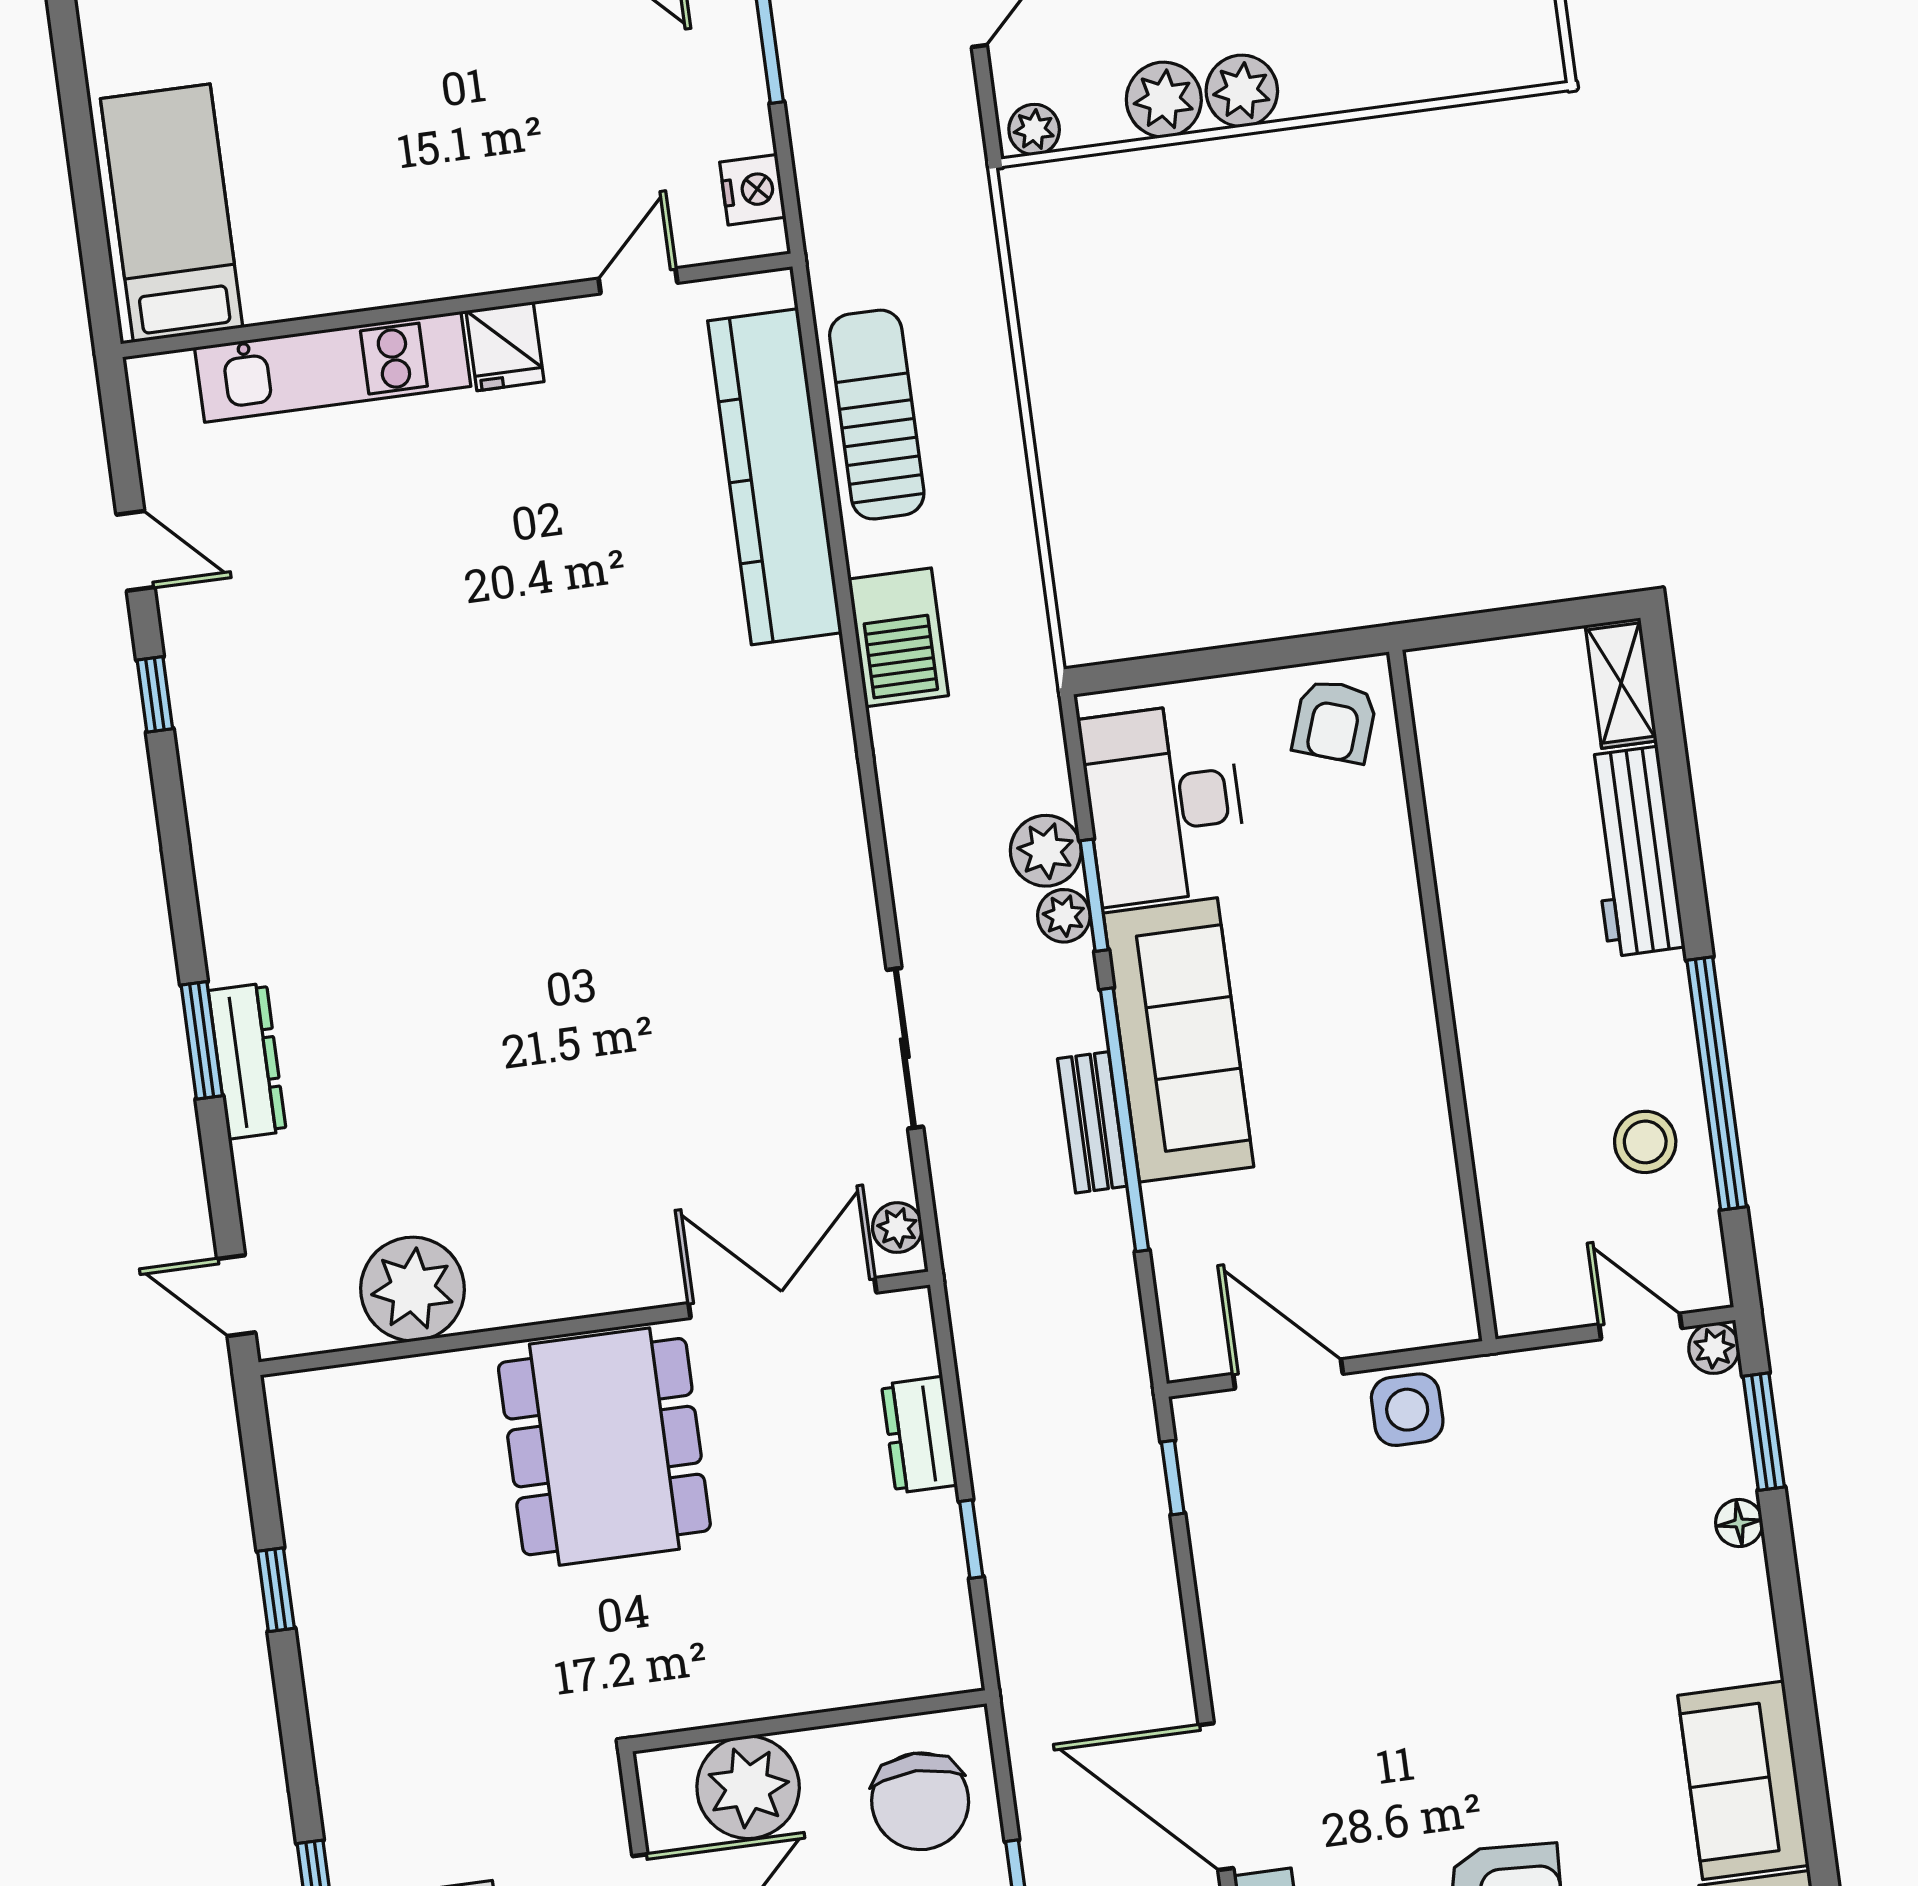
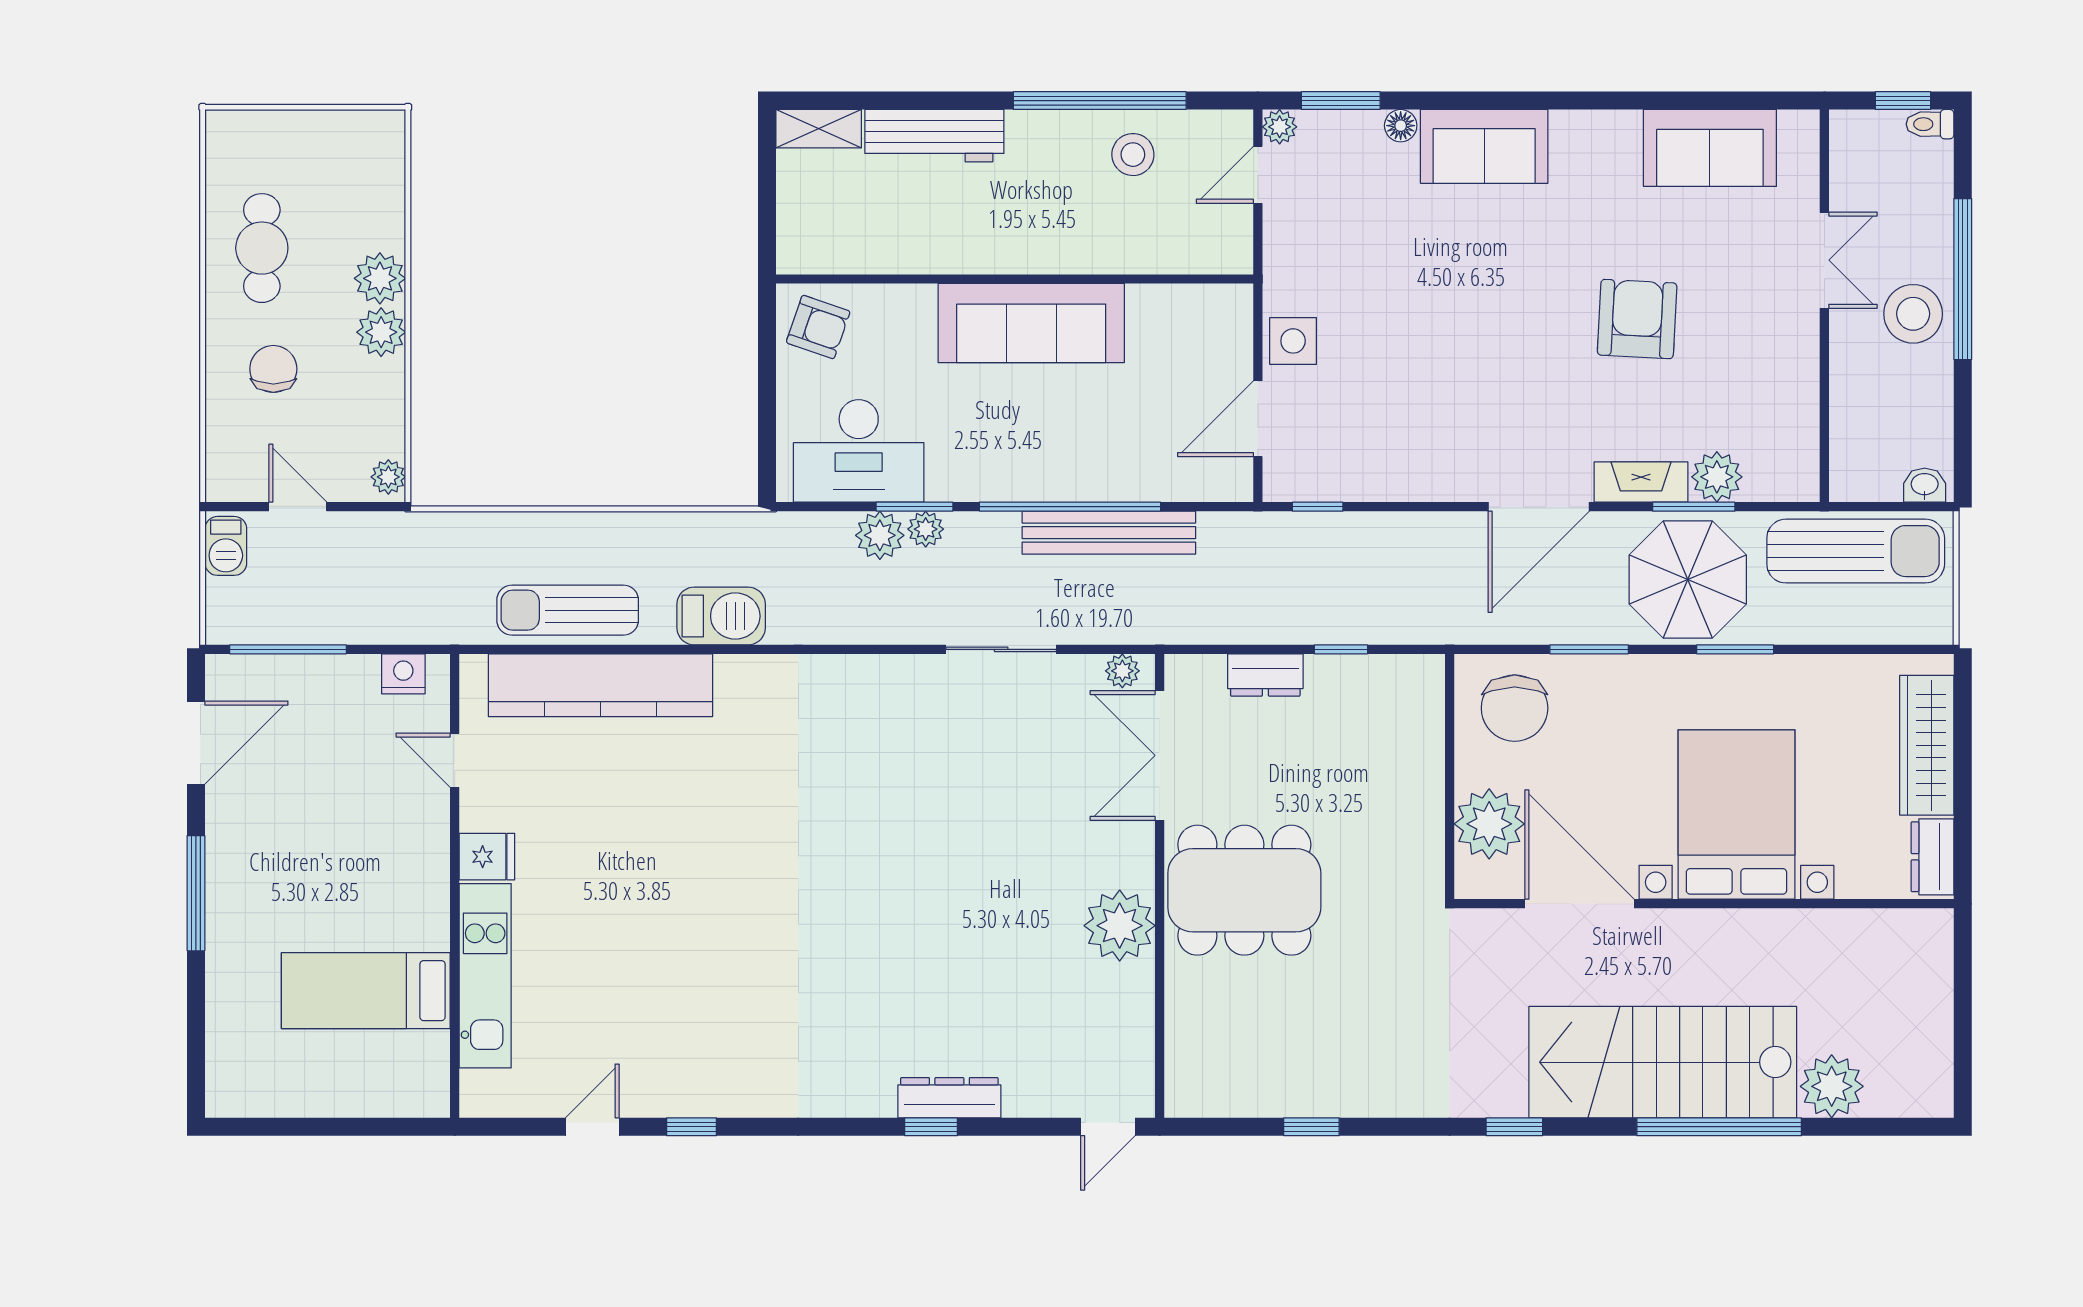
plant: (1164, 100) -> (380, 278), moved
bed: (172, 213) -> (366, 991), moved
window: (202, 1040) -> (931, 1127), width x0.67
sofa: (1178, 1040) -> (1031, 323), moved, turned 180
bench: (1092, 1122) -> (1109, 533), width x1.86, depth x1.21
plant: (413, 1289) -> (1120, 926), moved
sofa: (1743, 1780) -> (1484, 146), moved
chair: (920, 1801) -> (1515, 708), turned 90

